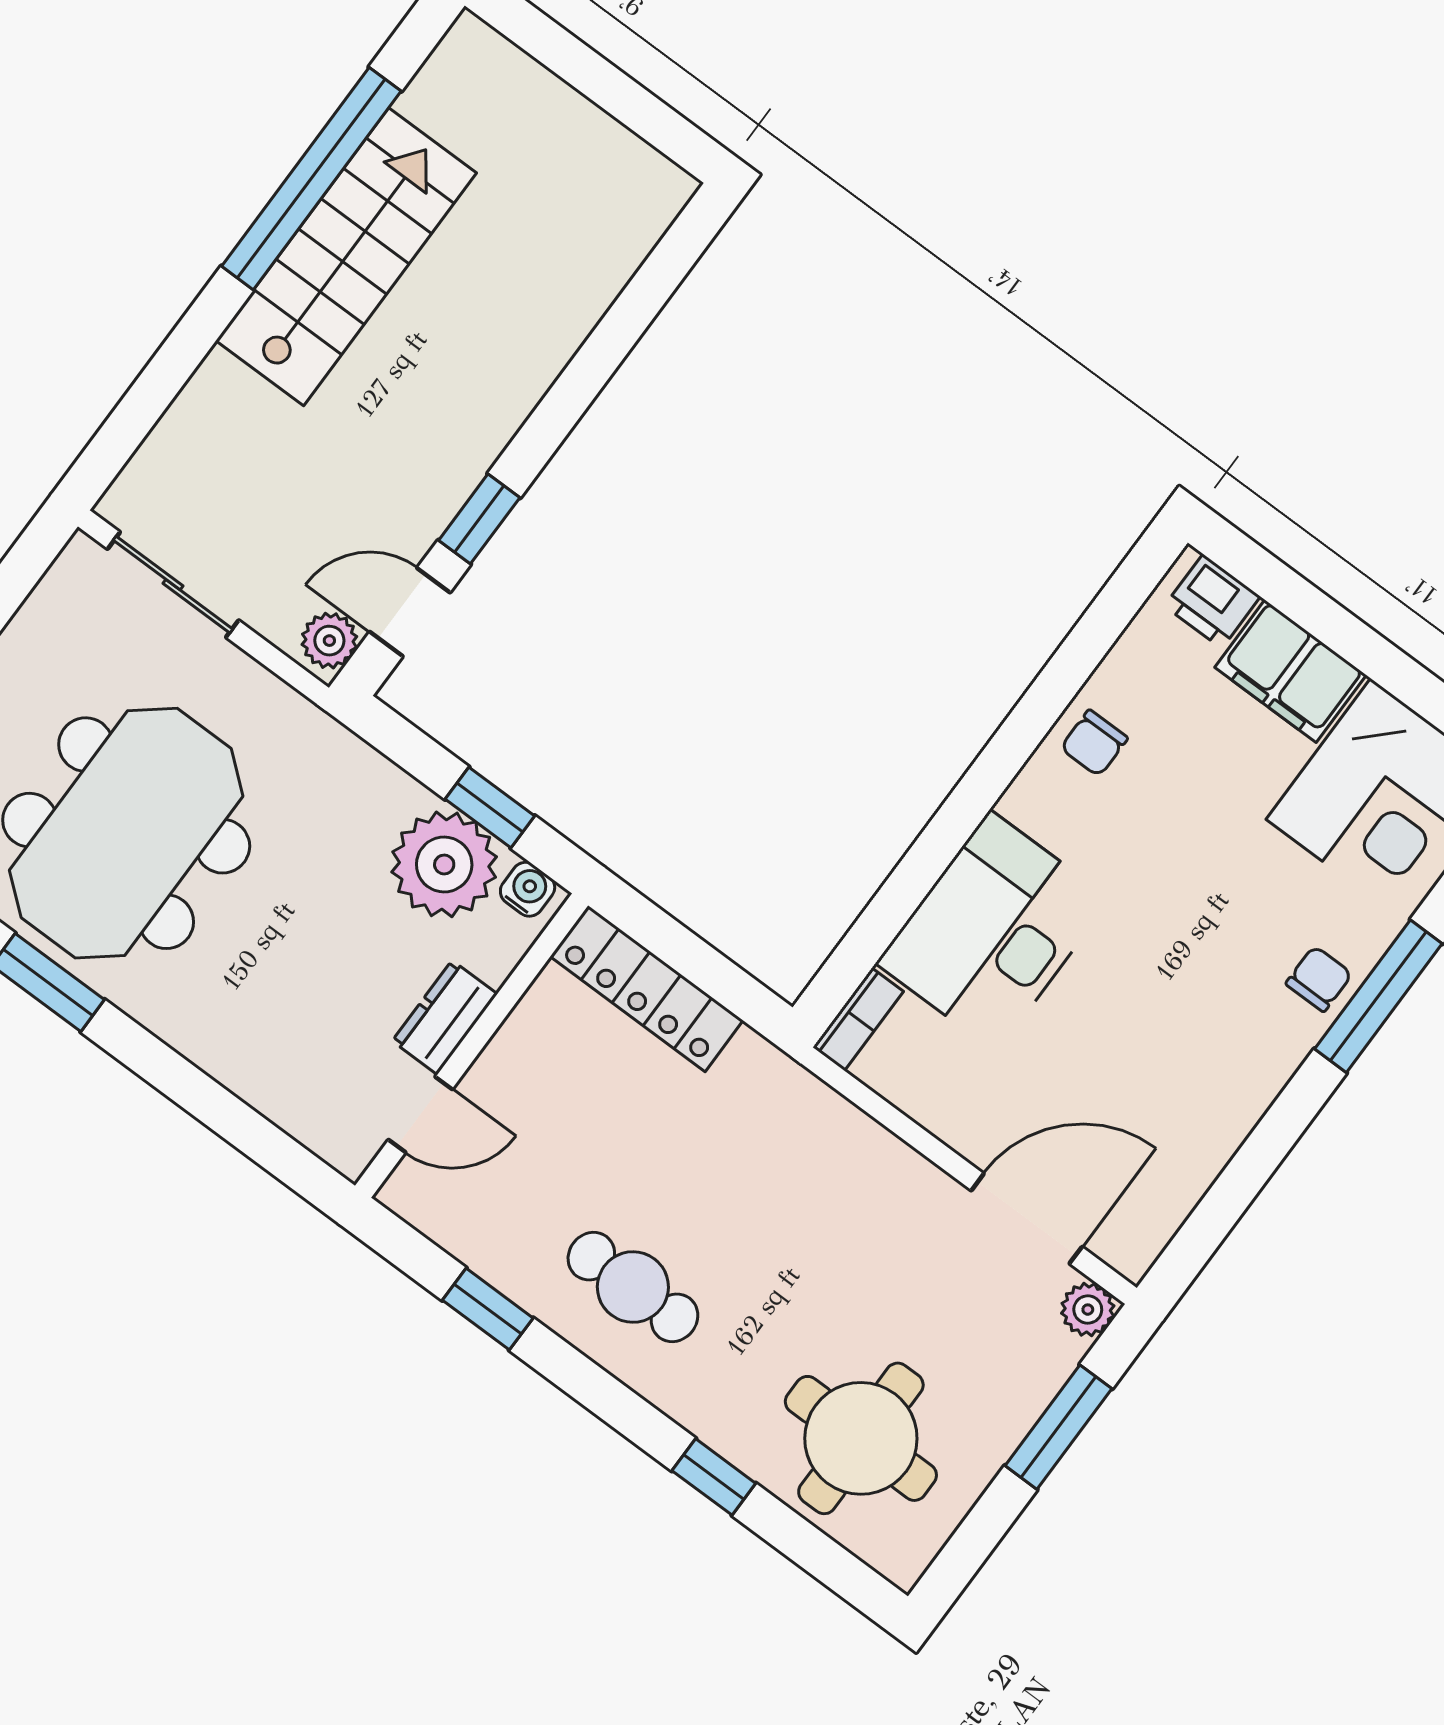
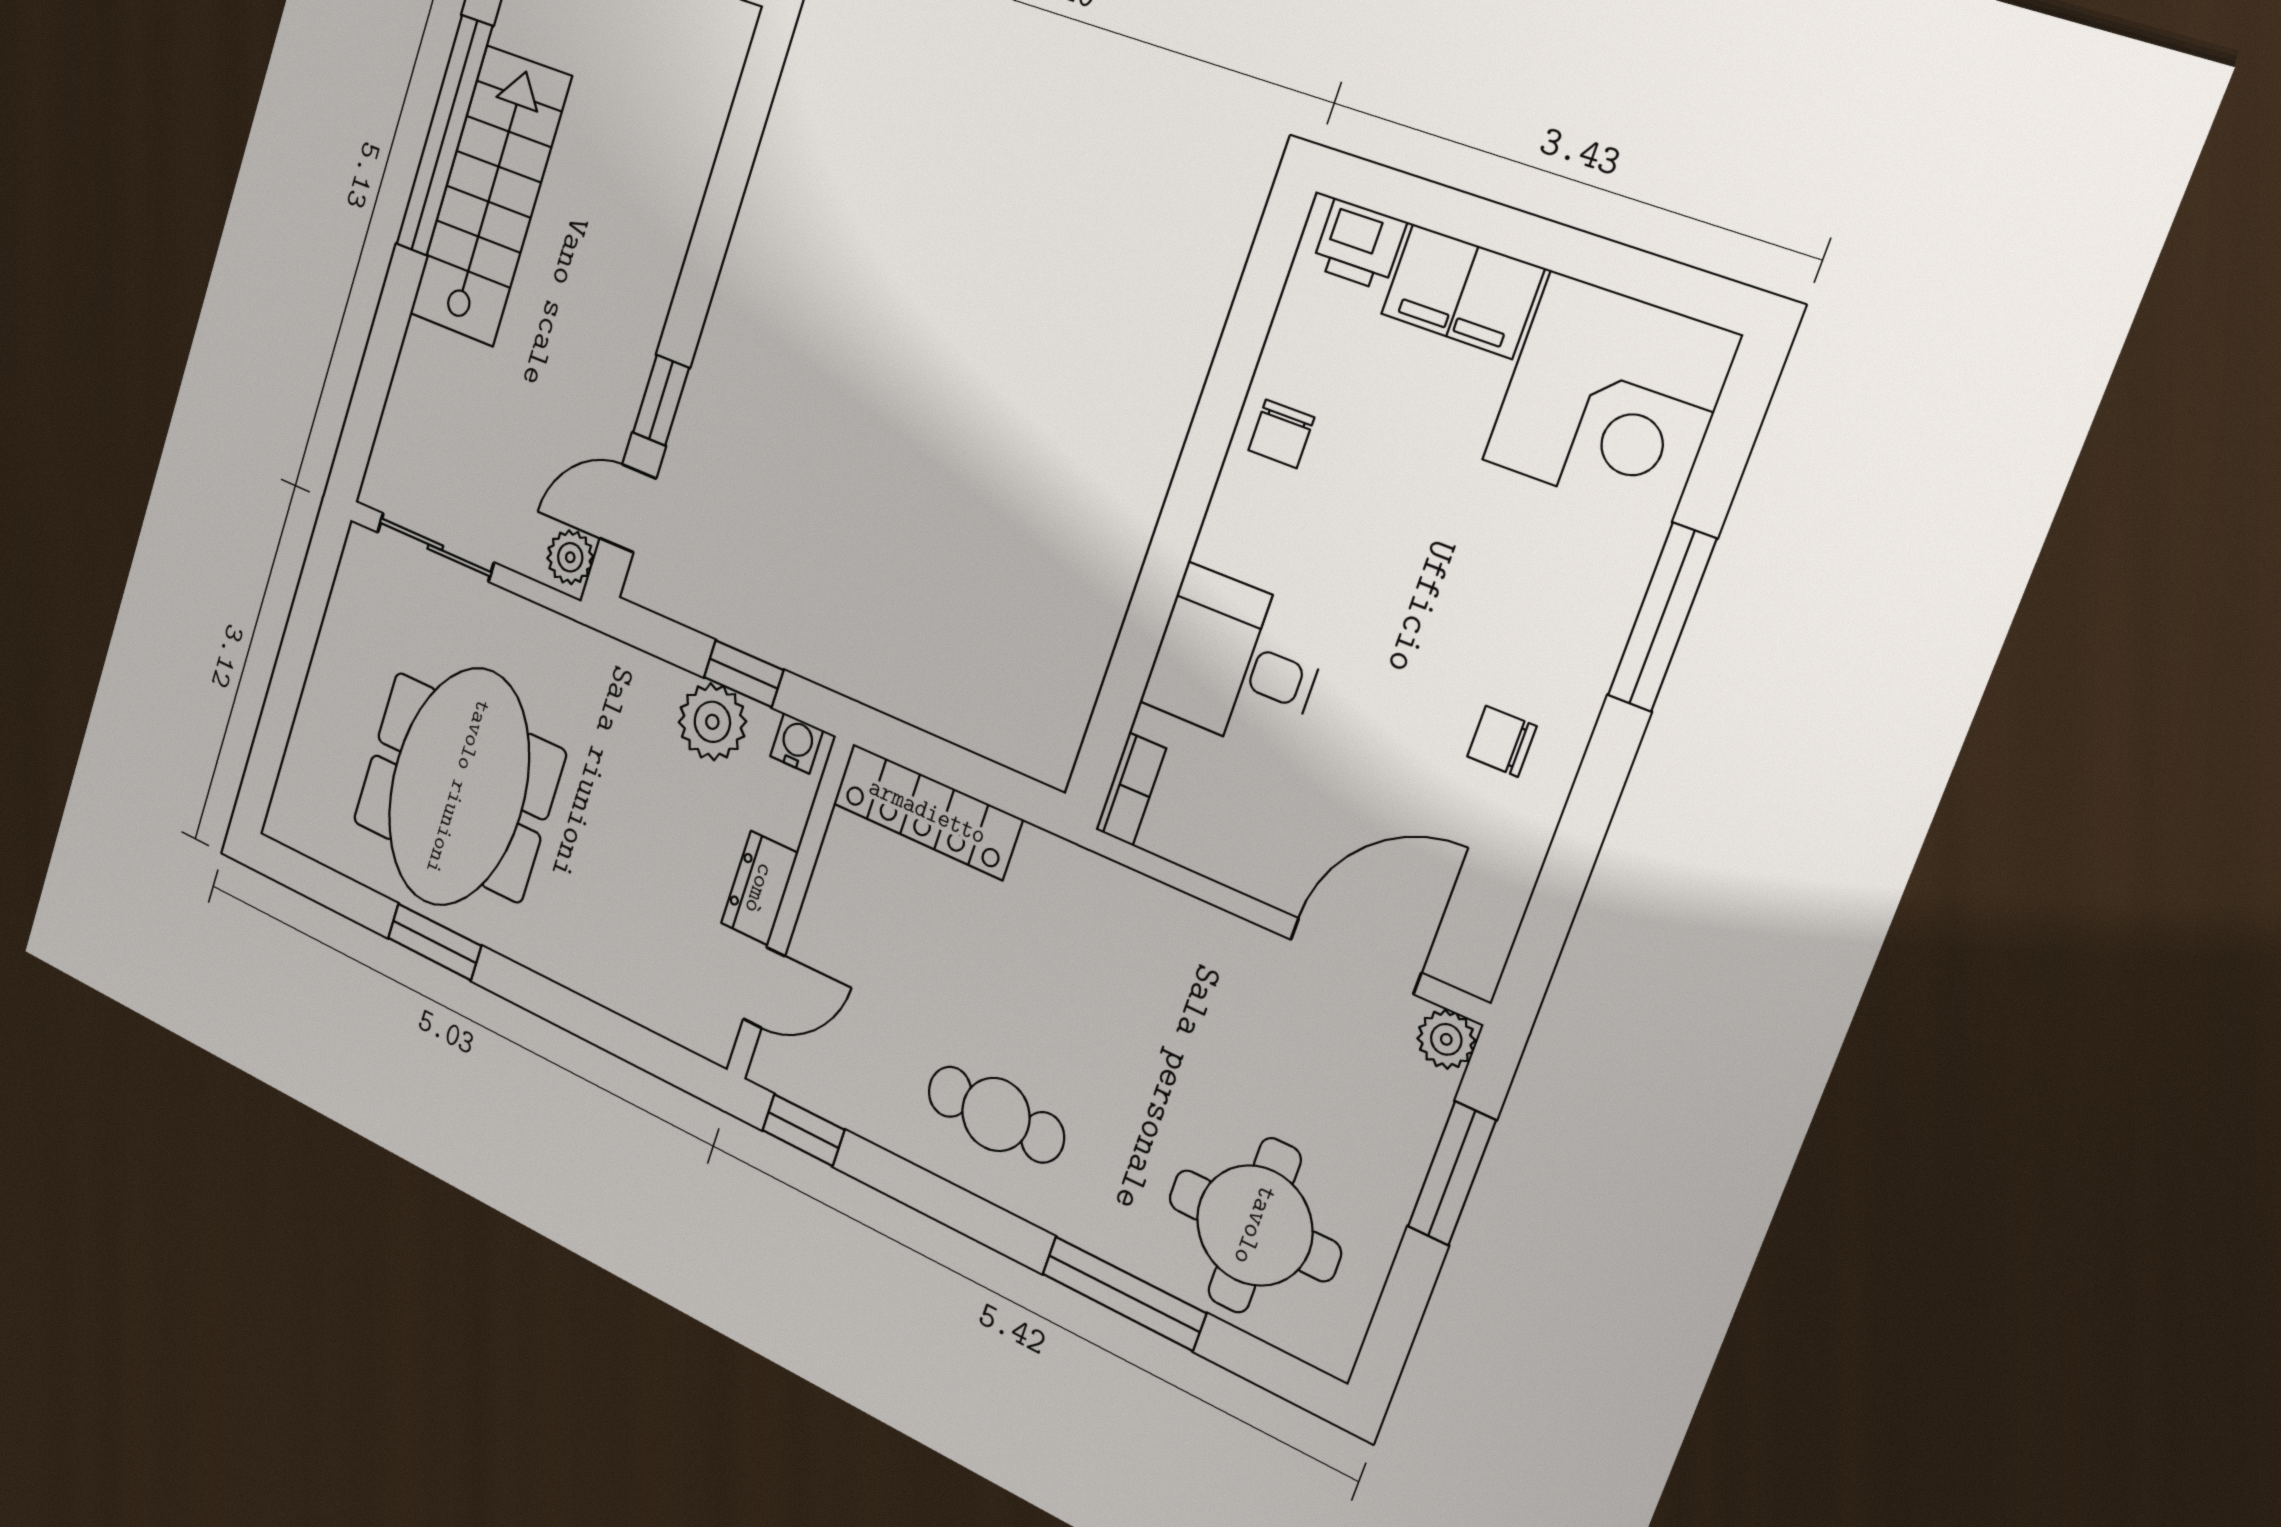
plant: (444, 864) -> (712, 722), width x0.73, depth x0.73
desk: (993, 931) -> (1236, 661), width x0.73
chair: (1319, 979) -> (1502, 741), moved, turned -90
window: (488, 1309) -> (803, 1130), moved
window: (714, 1477) -> (1124, 1293), width x2.17

